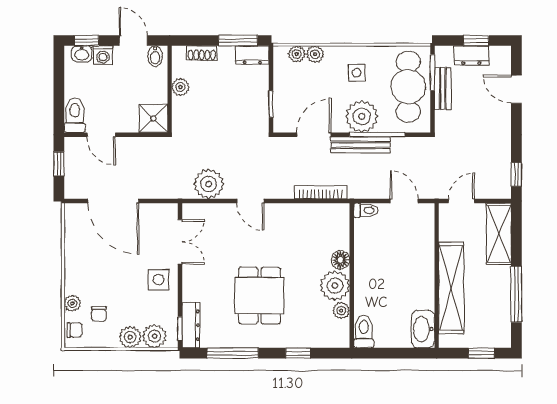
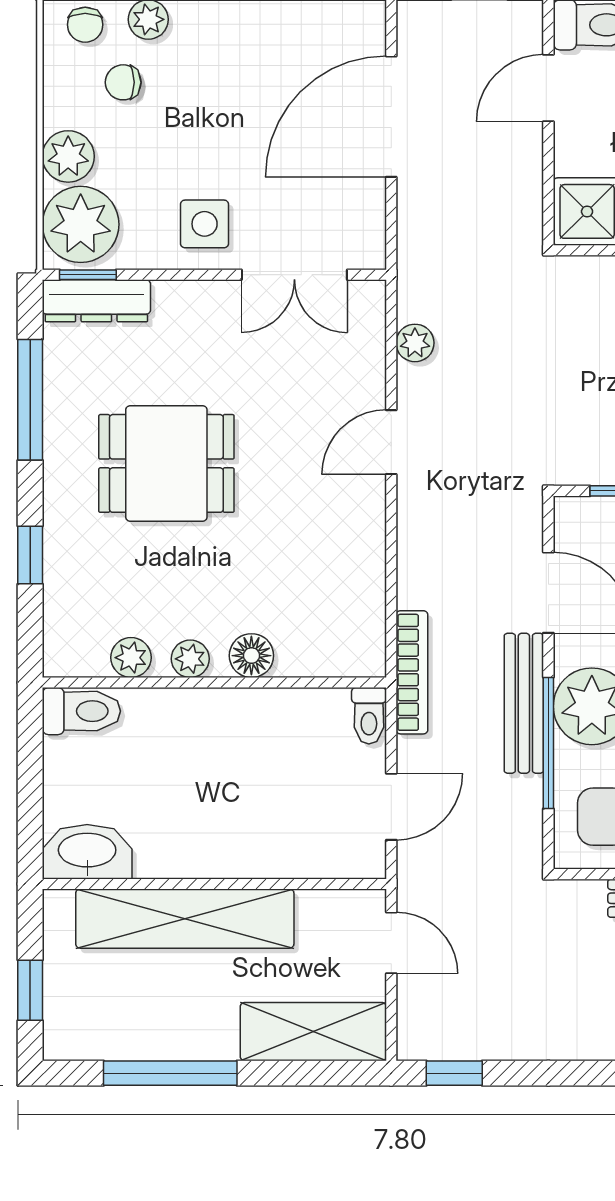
plant: (209, 184) -> (415, 343), width x0.53, depth x0.53
bookcase: (321, 192) -> (412, 672), moved
plant: (335, 286) -> (190, 659), width x0.53, depth x0.53
plant: (154, 336) -> (81, 224), width x1.36, depth x1.36

